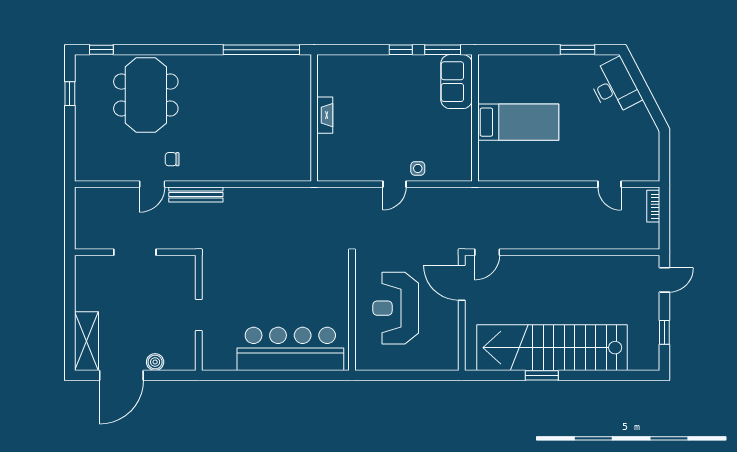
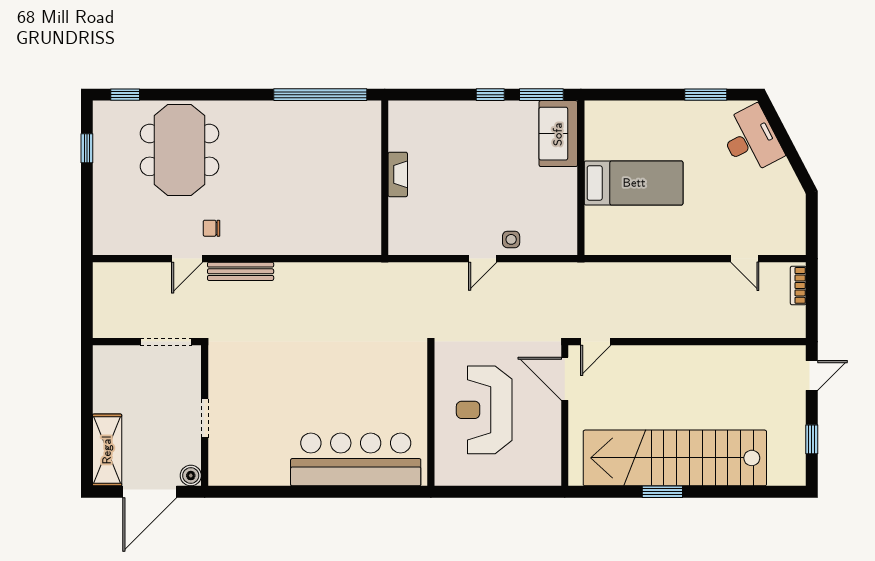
wall: (199, 313) -> (205, 416), moved
doorway: (199, 315) -> (205, 418), moved

